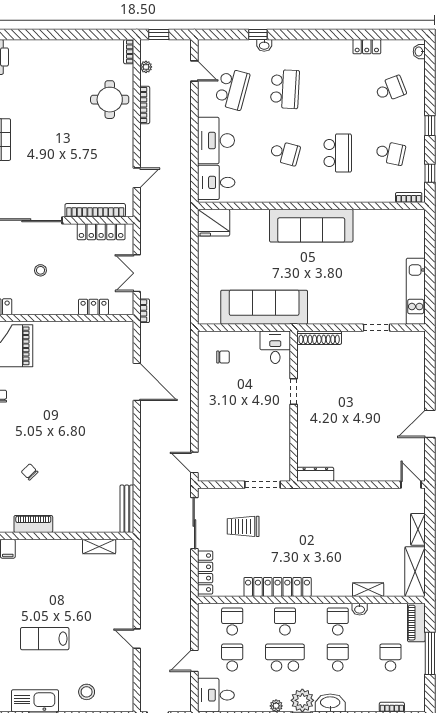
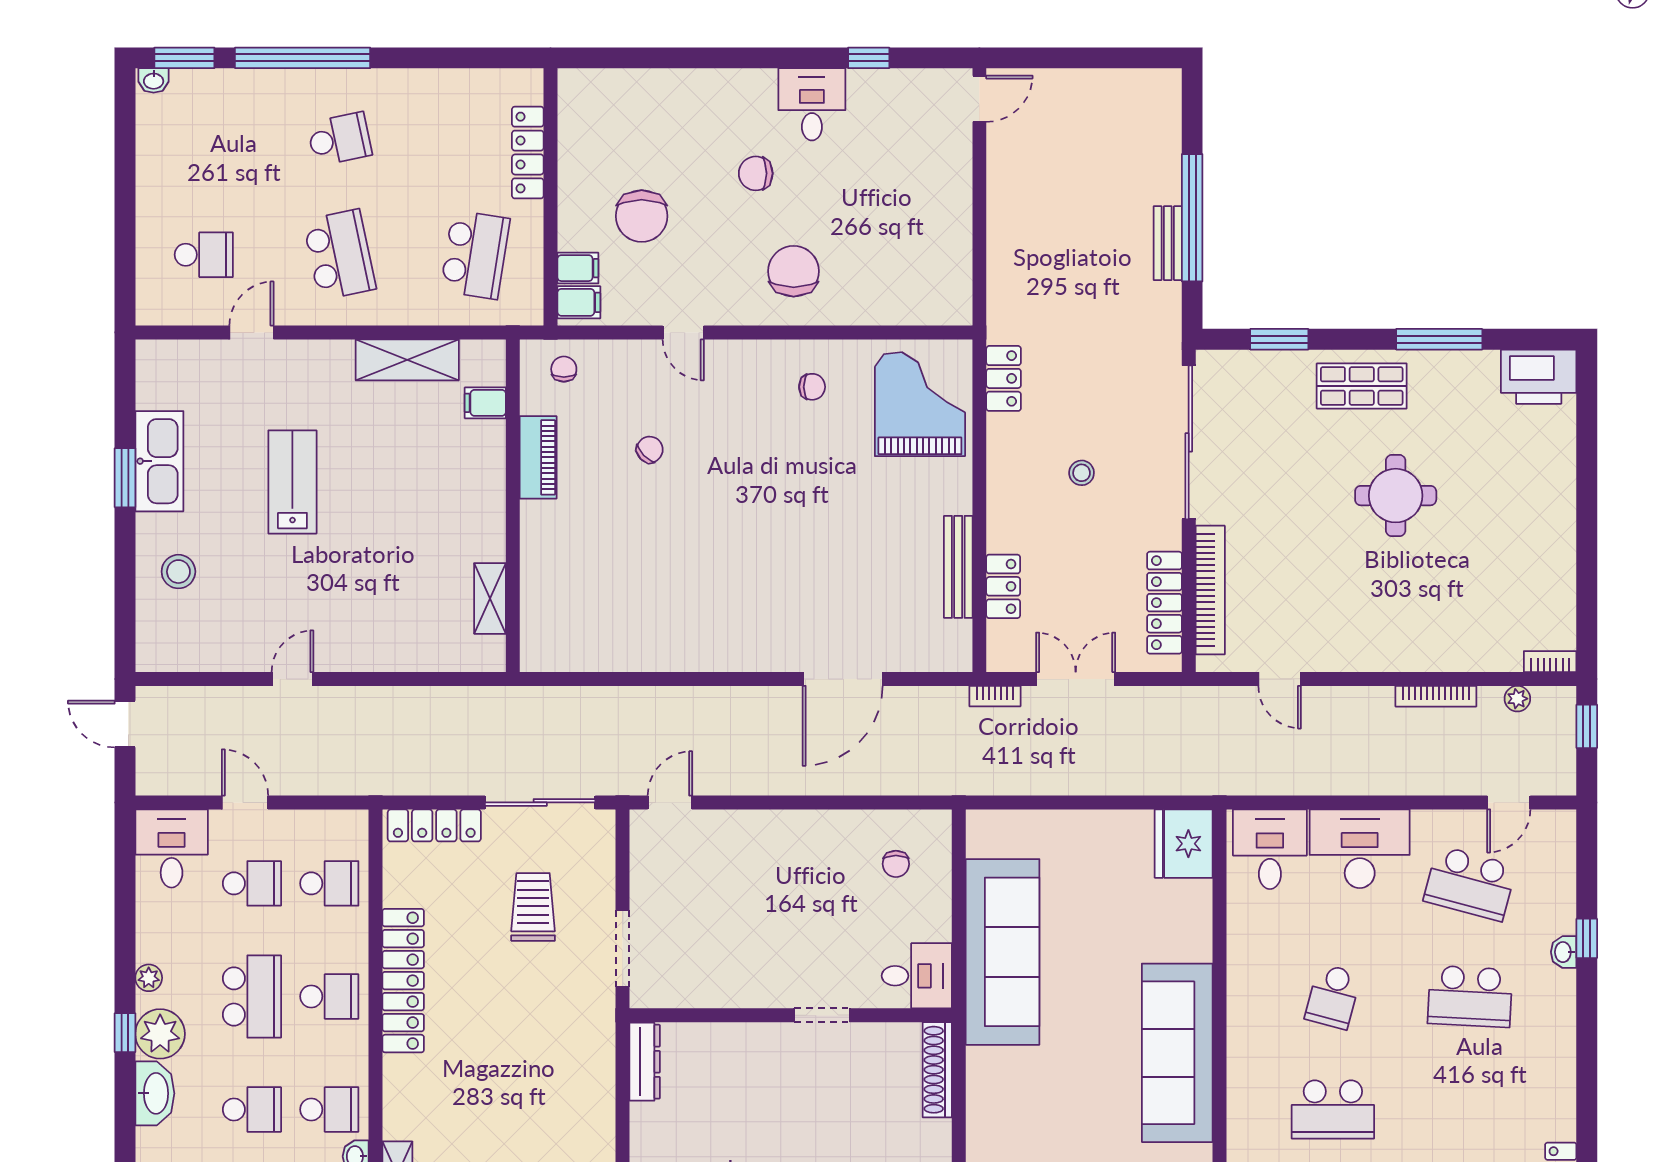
round table: (110, 100) -> (1396, 496), moved
bench: (127, 509) -> (958, 567), moved, turned 90

